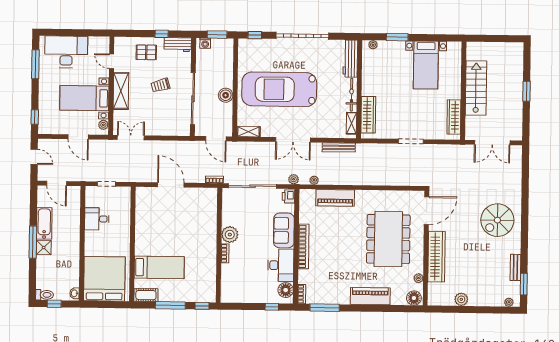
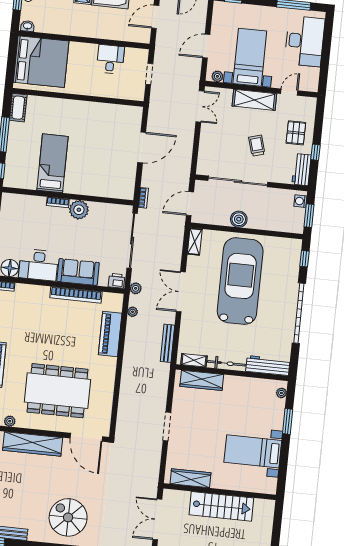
bookcase: (304, 246) -> (76, 295), moved
bed: (159, 267) -> (53, 163), moved, turned 180

